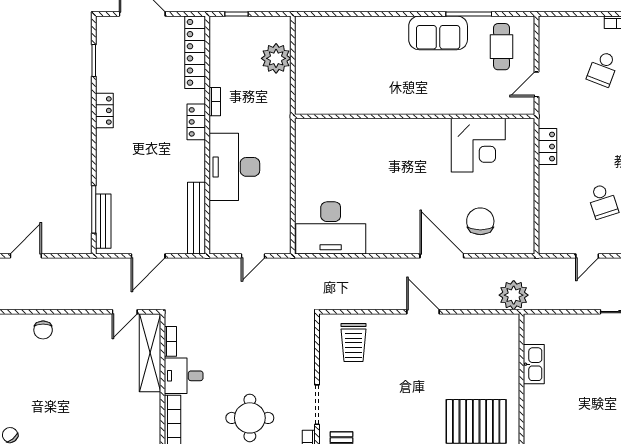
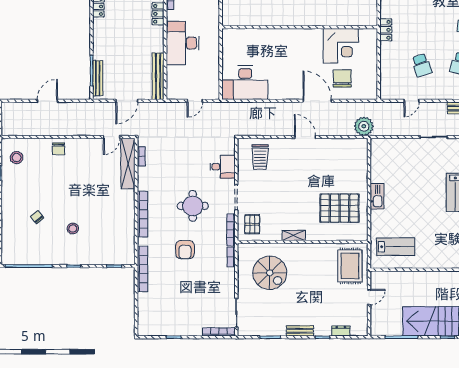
wall: (415, 116) -> (300, 27), moved
corner desk: (478, 145) -> (341, 46), moved
kitchen sink: (534, 364) -> (377, 196), moved
desk: (184, 376) -> (223, 167), moved, turned 180

